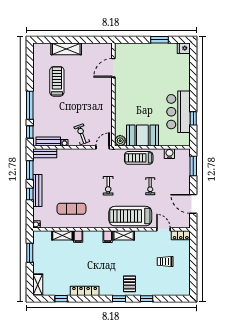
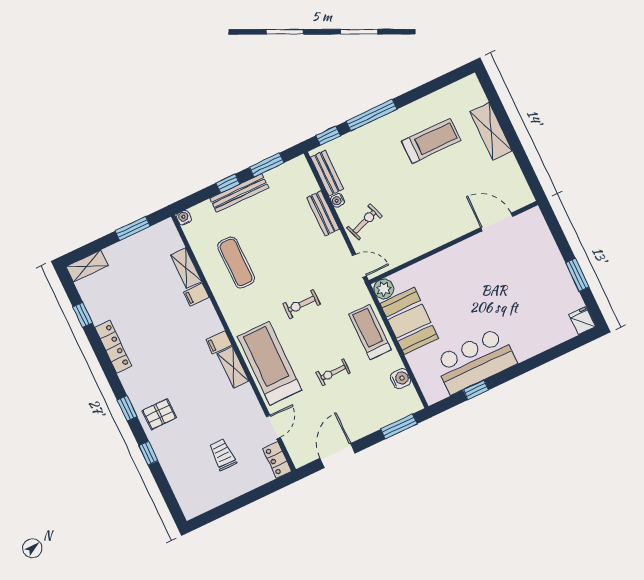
bench: (45, 153) -> (323, 213), moved

